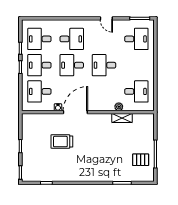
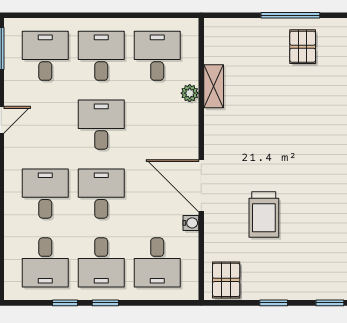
desk: (72, 65) -> (101, 194), turned 180
desk: (104, 65) -> (101, 125), turned 180
desk: (136, 65) -> (101, 56), added
pallet: (31, 124) -> (226, 280), added

